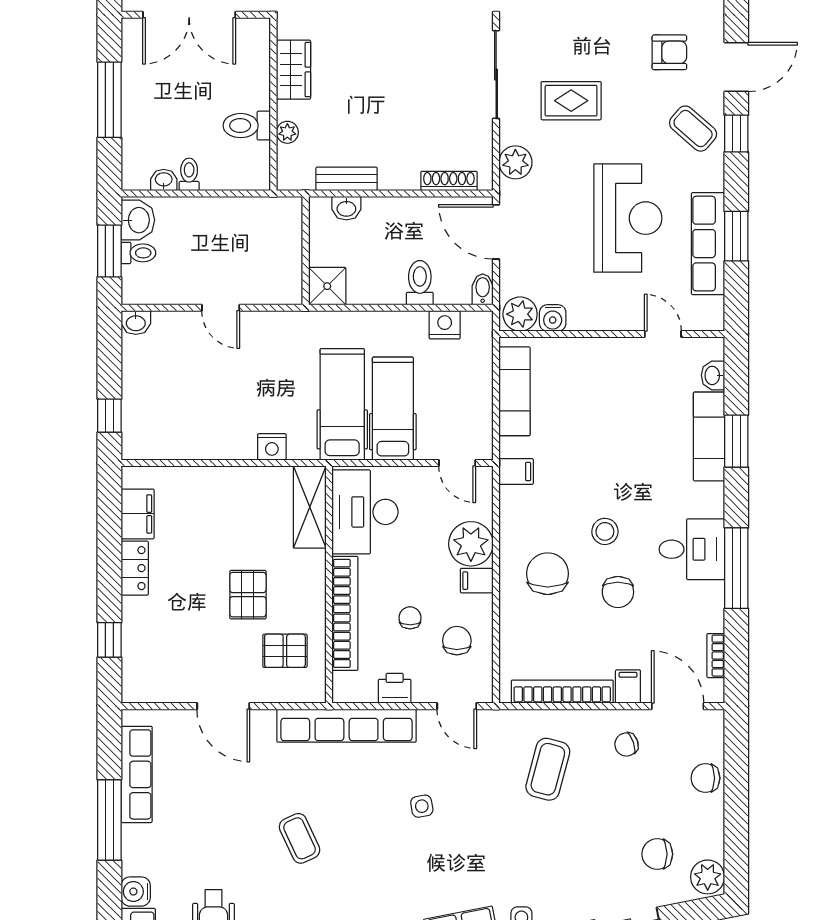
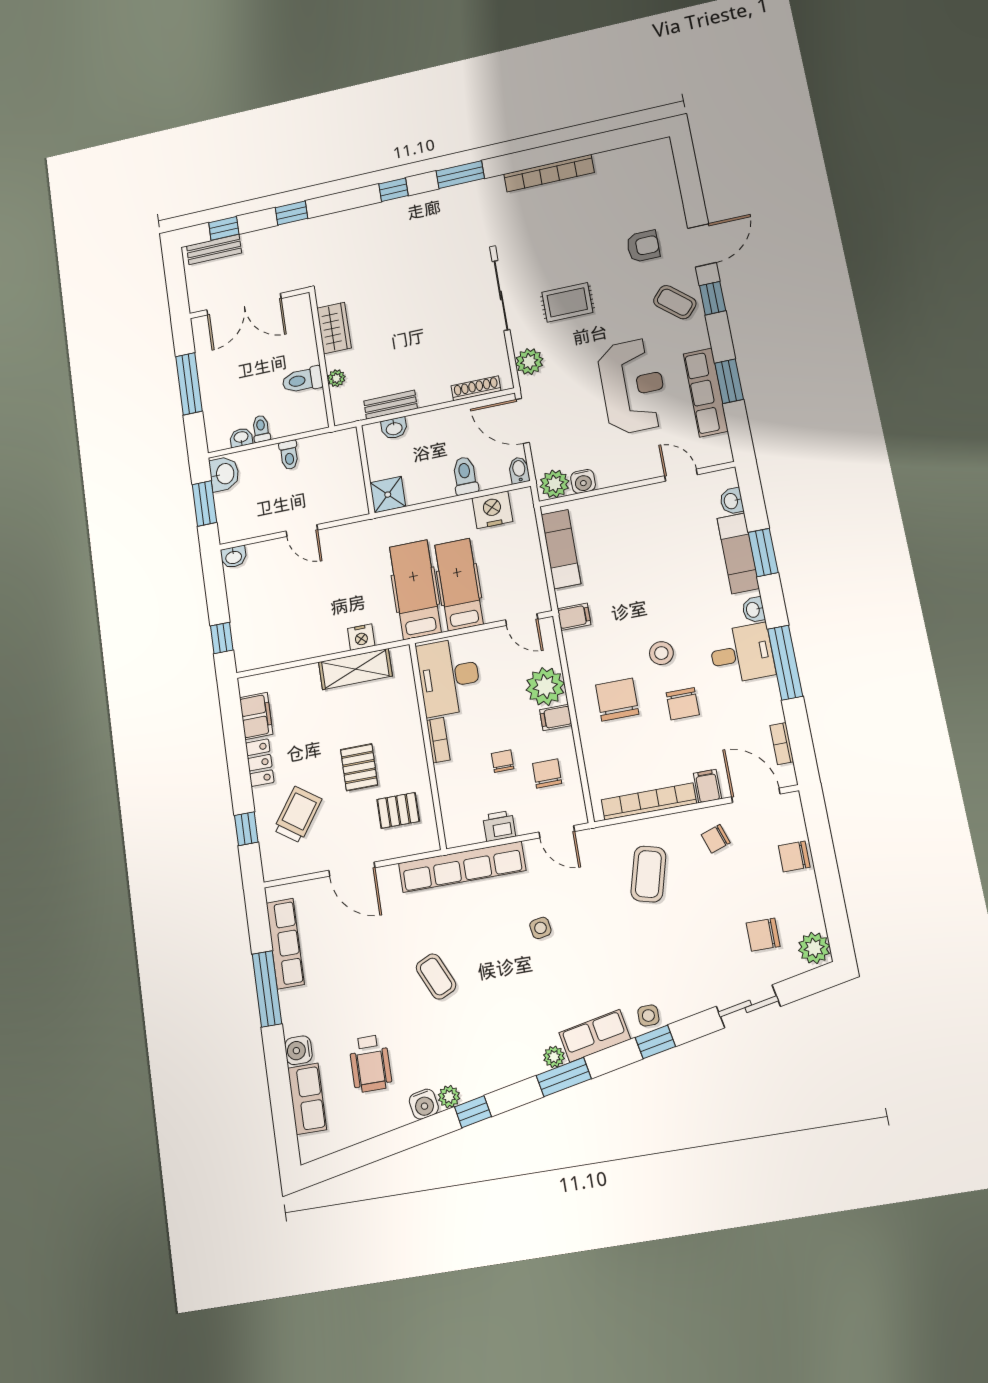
toilet: (138, 253) -> (289, 455), moved, turned 90
nightstand: (445, 325) -> (492, 510), width x1.36, depth x1.33
washbasin: (714, 503) -> (753, 610), added
shelving: (310, 507) -> (355, 669), moved, turned 90
bookcase: (345, 613) -> (438, 740), width x0.43, depth x0.76
trolley: (170, 635) -> (298, 815), added

